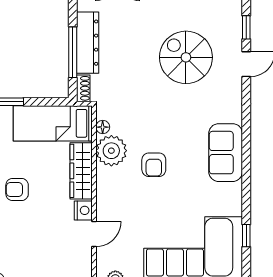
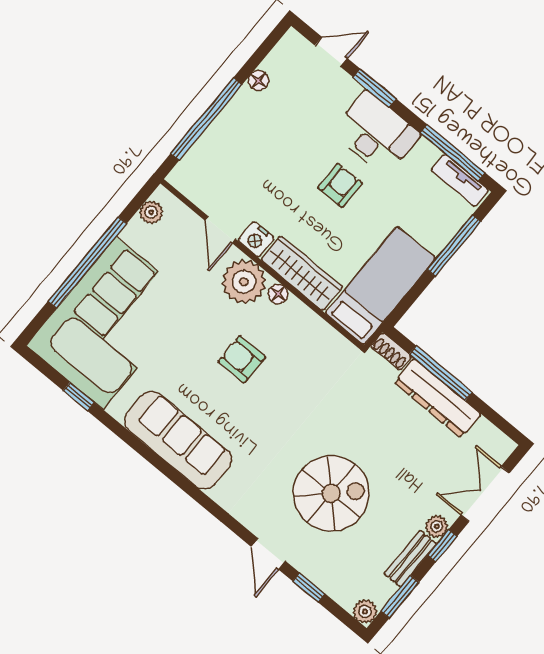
floor lamp: (103, 127) -> (278, 294), moved
plant: (111, 151) -> (244, 282), moved
sofa: (226, 153) -> (178, 440), width x1.36

